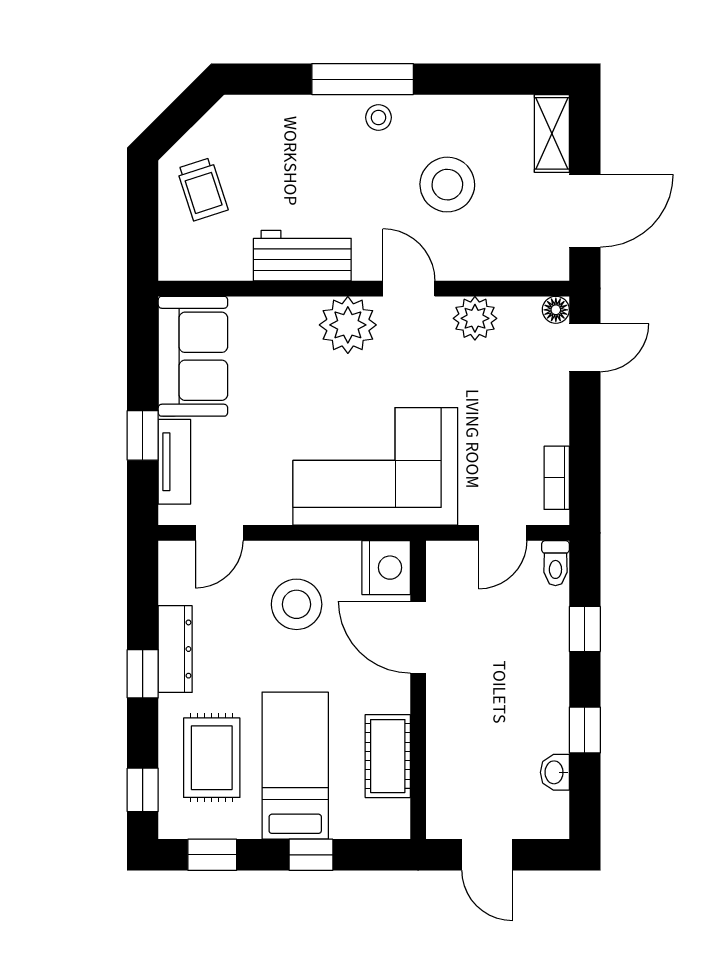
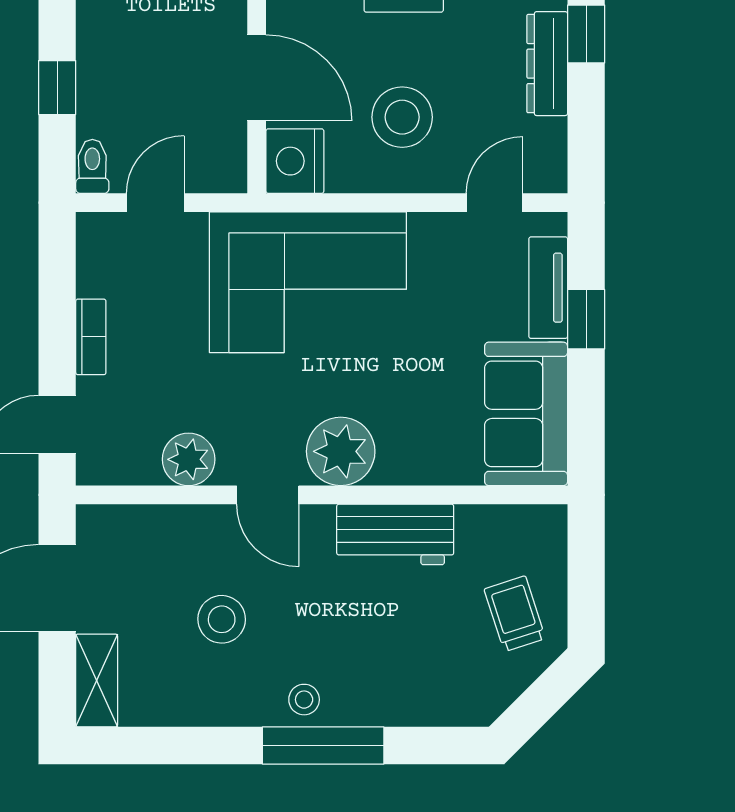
stool: (447, 185) -> (222, 619), width x0.73, depth x0.73
floor lamp: (556, 310) -> (92, 469), removed
bookcase: (557, 478) -> (91, 337), moved

